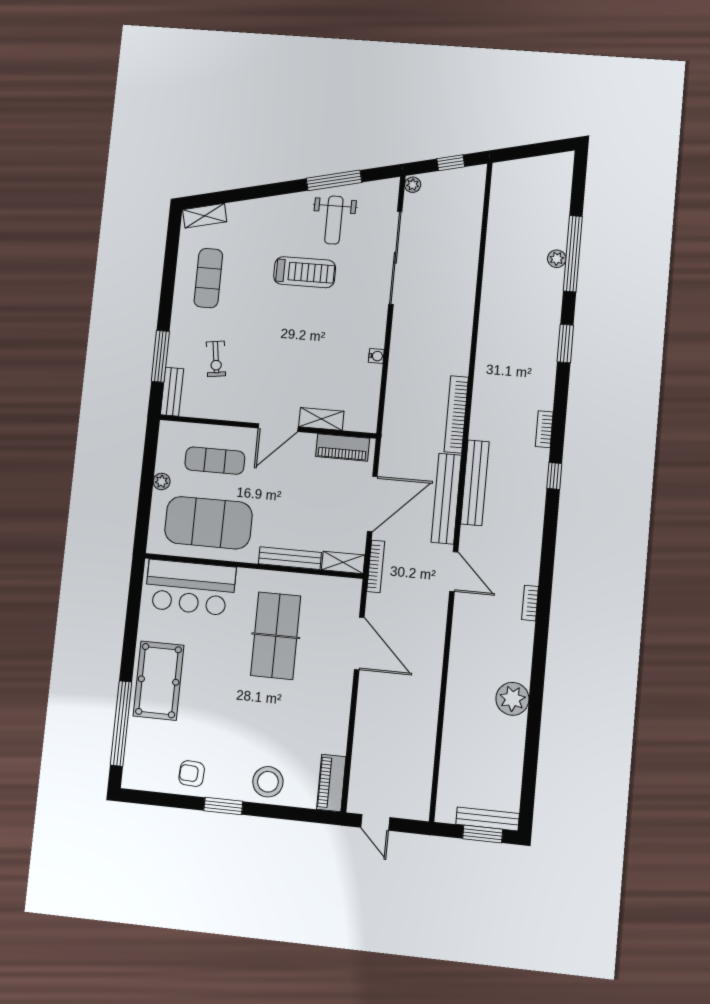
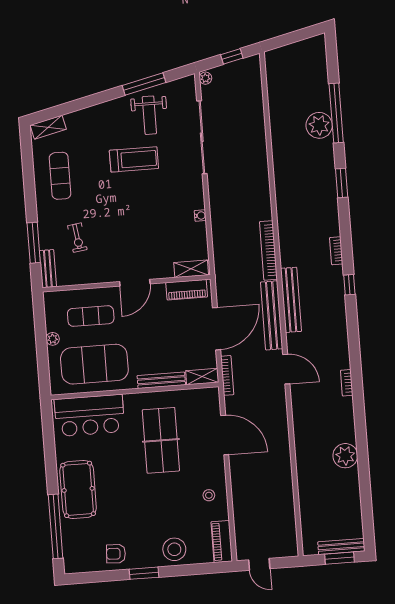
plant: (557, 259) -> (319, 125), width x1.87, depth x1.87
shelving: (321, 419) -> (191, 269), moved
stool: (325, 719) -> (209, 495), added

